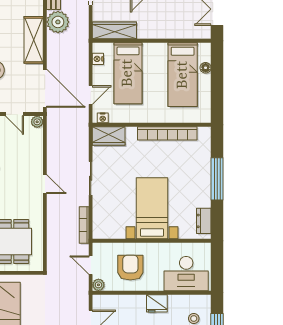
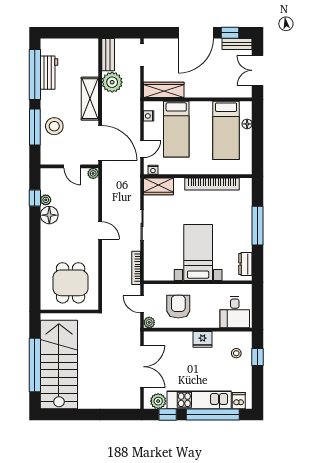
desk: (186, 274) -> (235, 312), width x0.73

